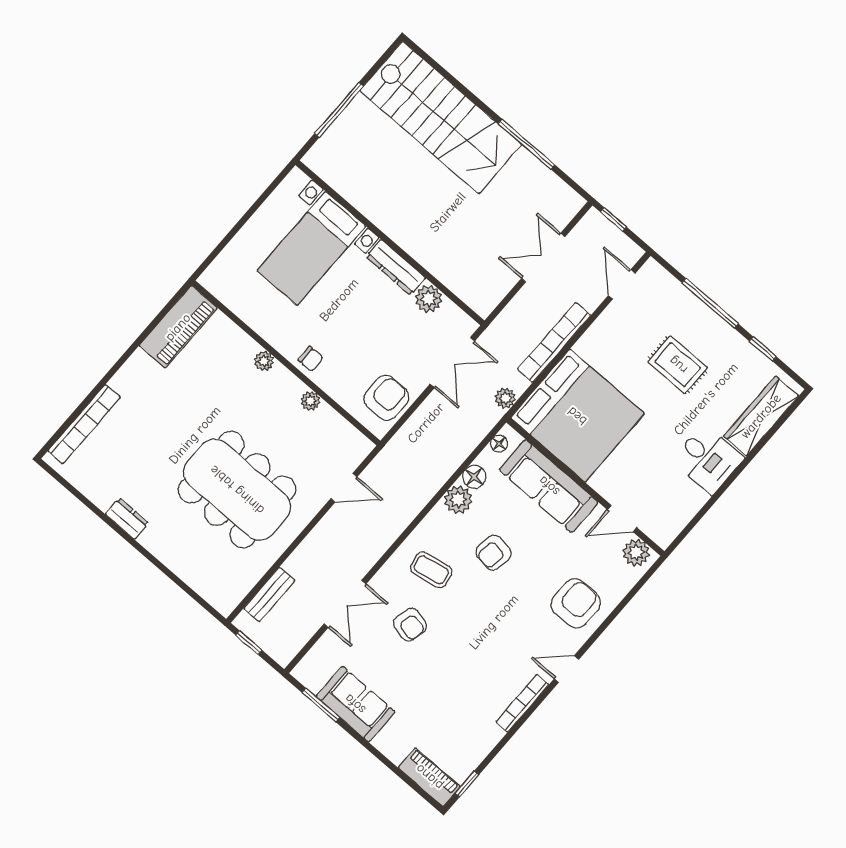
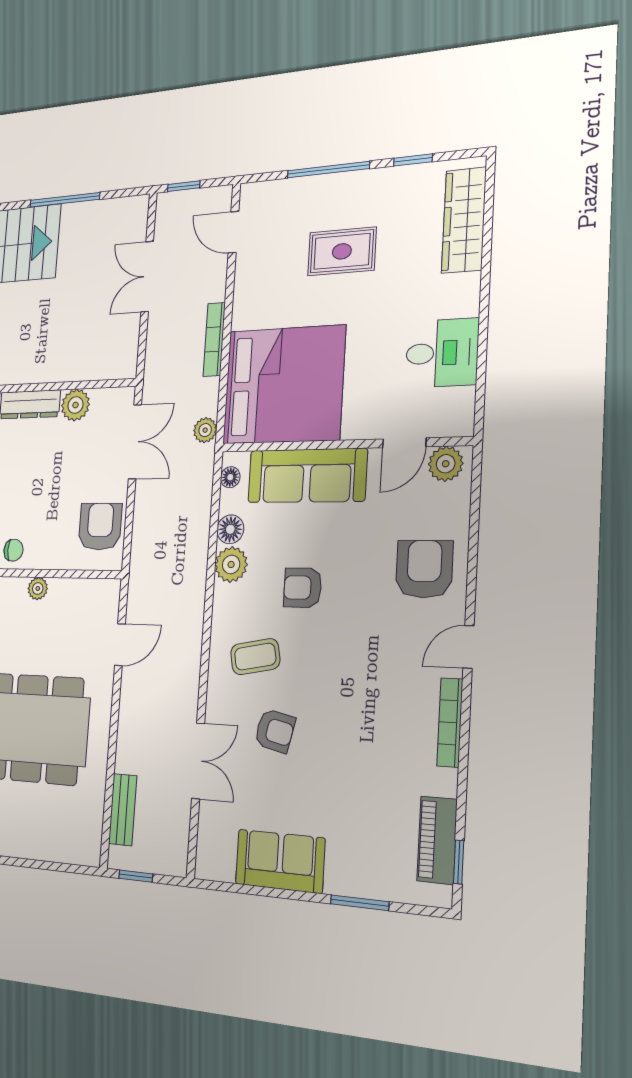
bookcase: (554, 342) -> (214, 339), width x0.68, depth x0.76
desk: (708, 459) -> (442, 353), moved
armchair: (493, 553) -> (303, 588), turned 82
window: (321, 705) -> (360, 903), moved
piano: (429, 777) -> (437, 840), moved, turned -90

